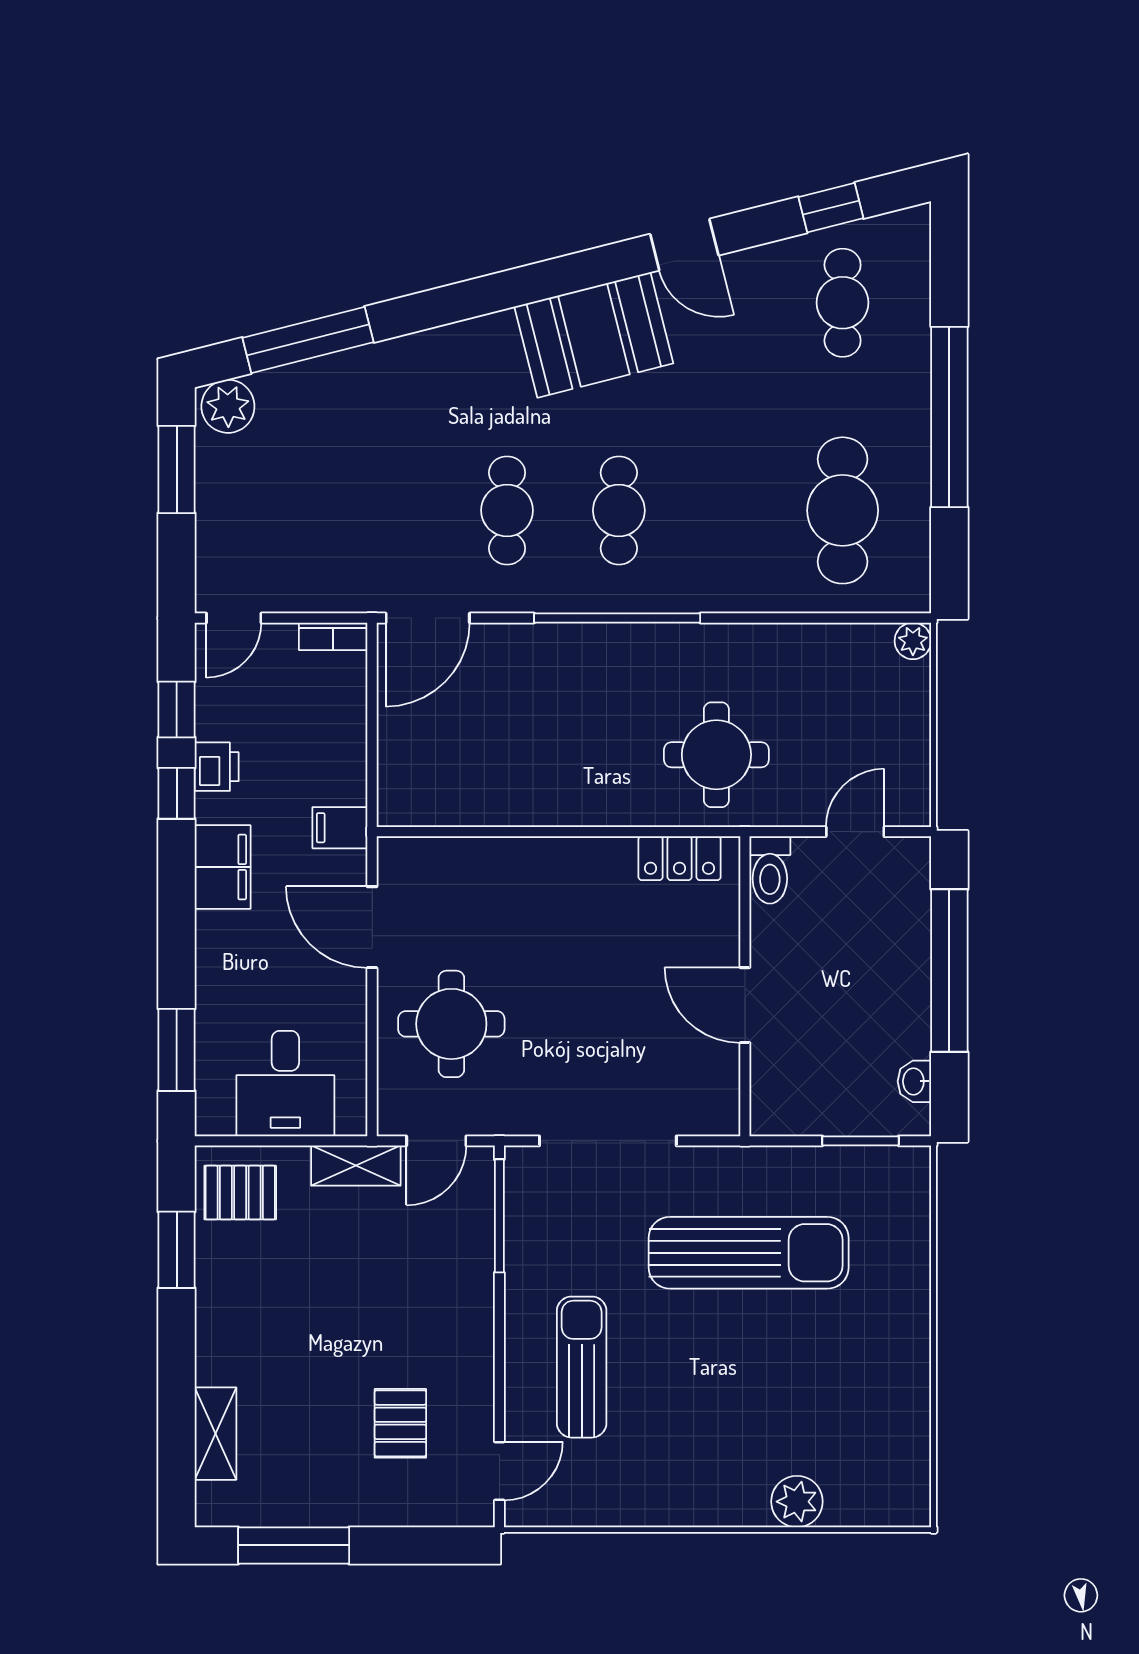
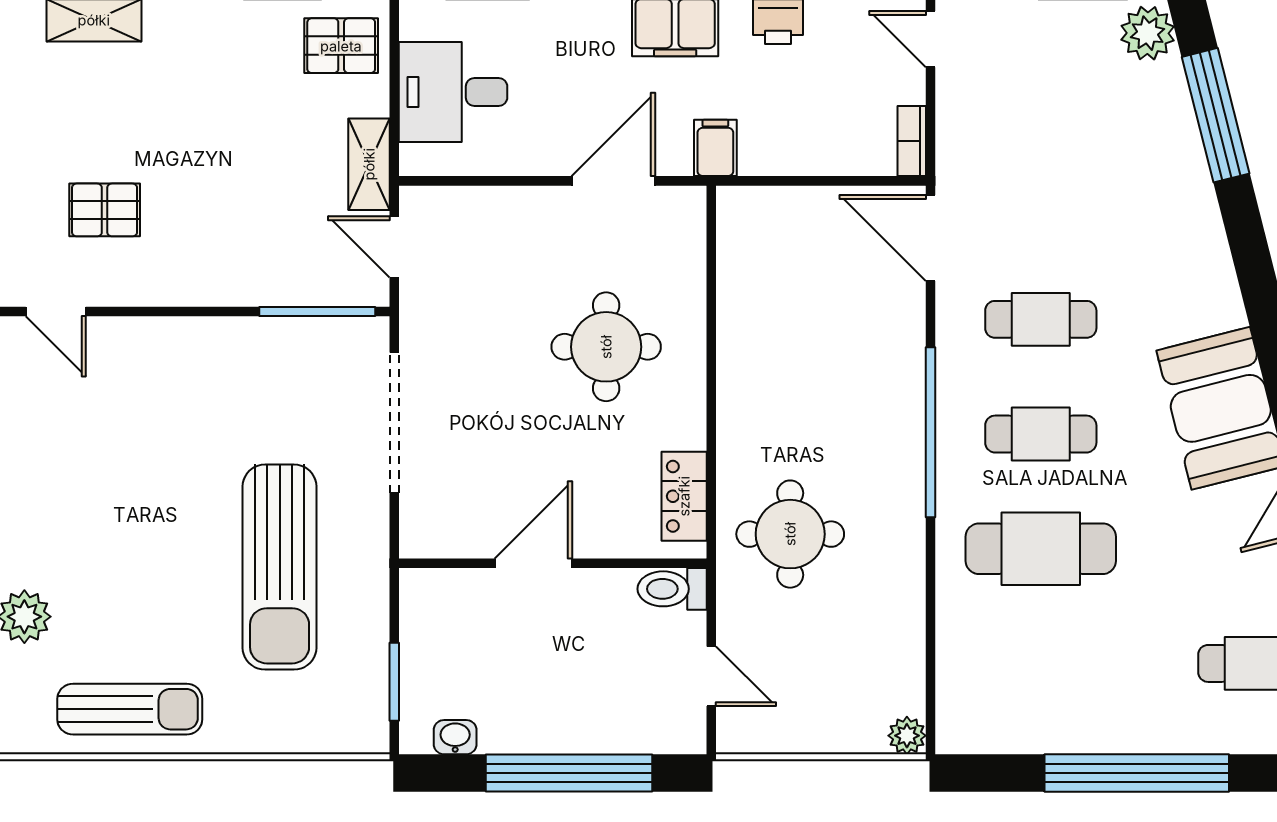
cafe table: (843, 510) -> (1041, 549), moved
round table: (451, 1024) -> (606, 347), moved
pallet: (240, 1193) -> (341, 46), turned 90
sun lounger: (582, 1367) -> (130, 709), moved

